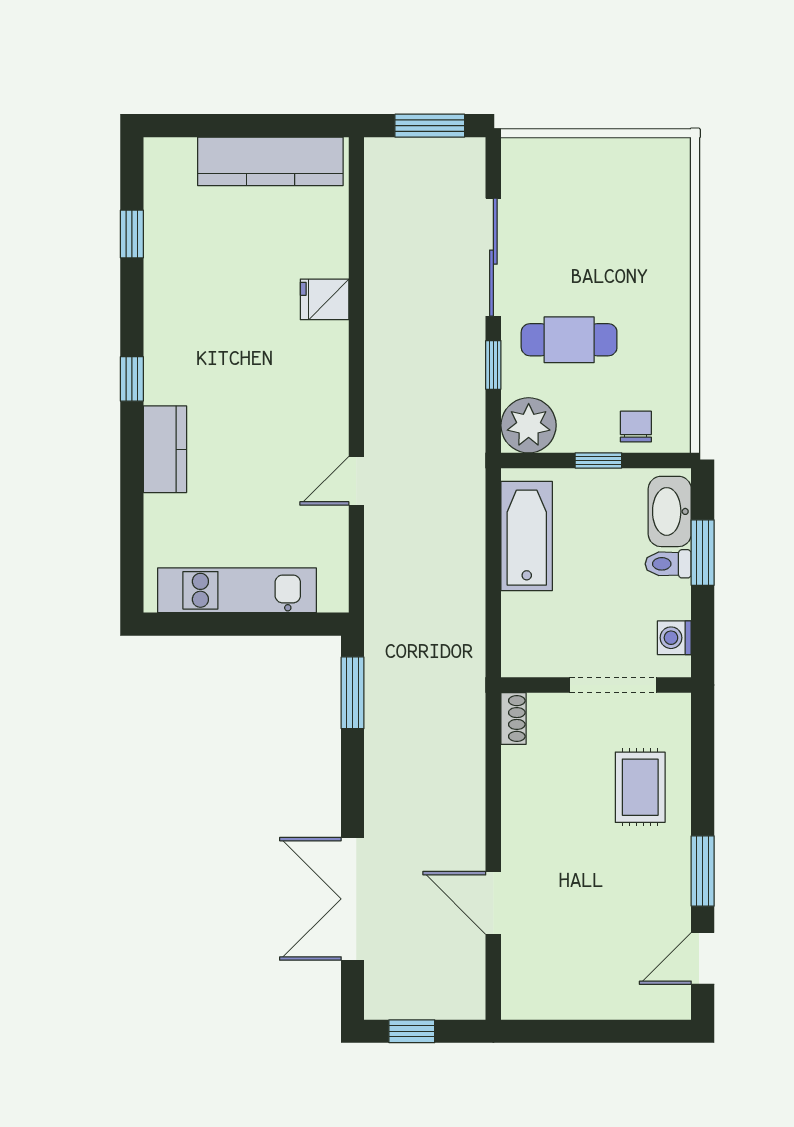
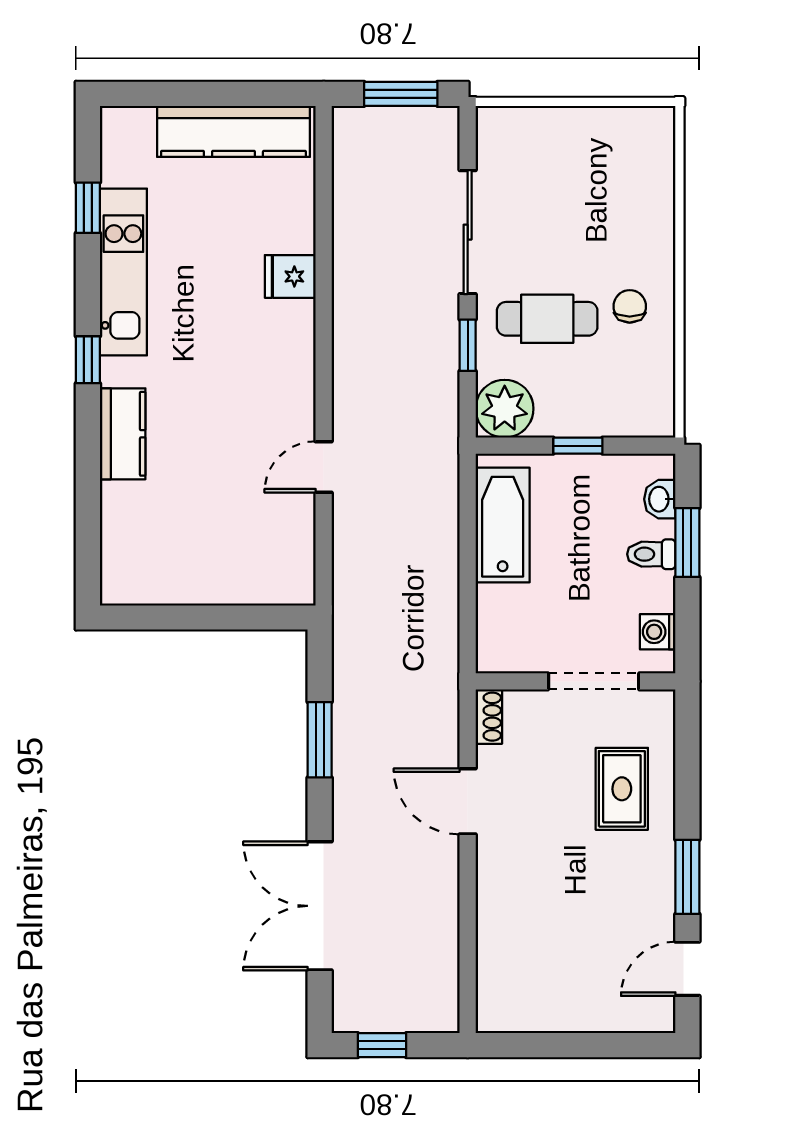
chair: (636, 427) -> (630, 306), moved
washbasin: (670, 511) -> (660, 499), width x0.52, depth x0.69
kitchen unit: (237, 590) -> (123, 272), moved, turned 90
window: (353, 693) -> (320, 740), moved
door: (493, 903) -> (468, 801), moved

